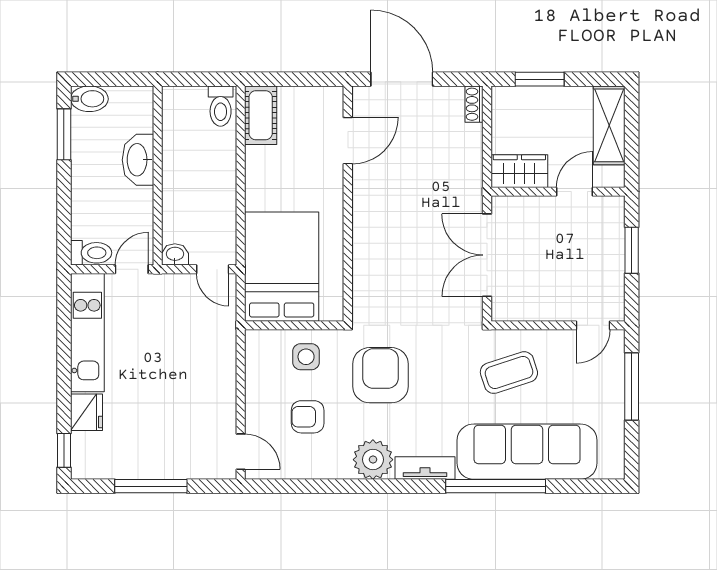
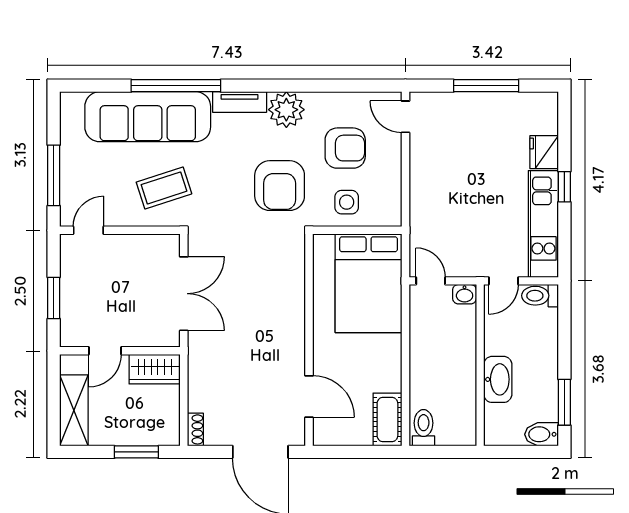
door: (348, 141) -> (309, 397), swing flipped
armchair: (308, 417) -> (345, 148), width x1.38, depth x1.38
window: (64, 450) -> (564, 187), moved

